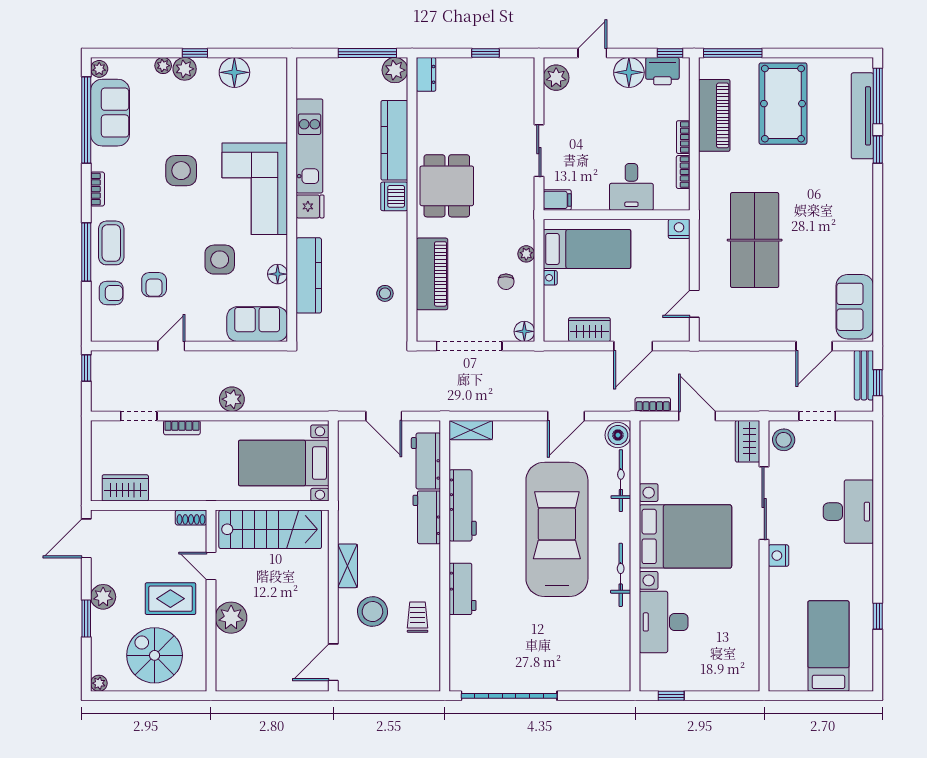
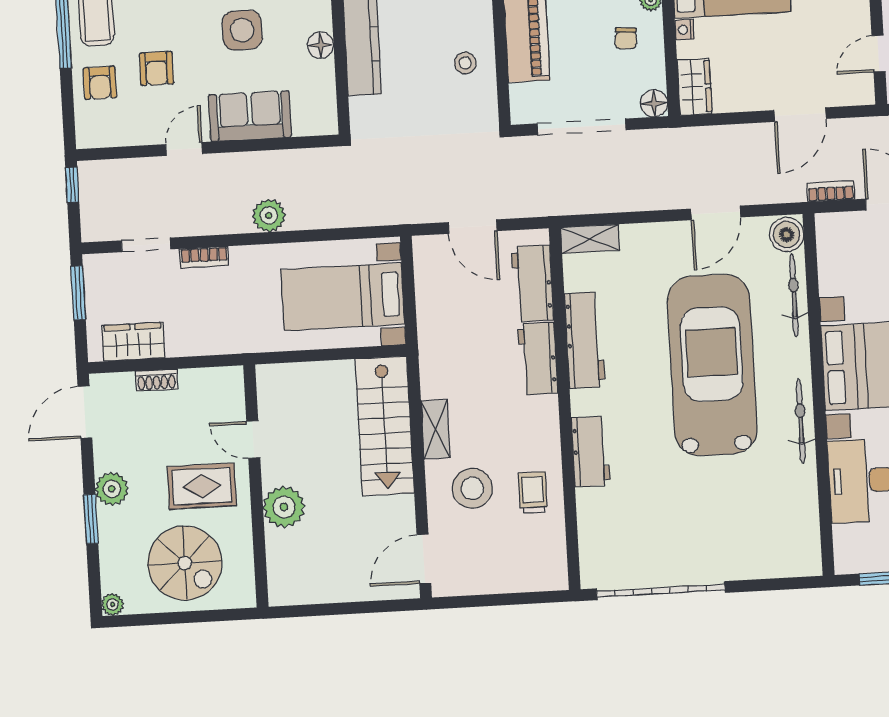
armchair: (111, 293) -> (100, 83), turned 90
sofa: (257, 324) -> (250, 116), moved
wardrobe: (589, 330) -> (695, 87), moved, turned 90
window: (86, 449) -> (78, 293), added
shoe rack: (191, 518) -> (157, 380), moved
stairs: (270, 529) -> (385, 426), moved, turned 90
spiral stairs: (155, 655) -> (185, 563), turned 180

